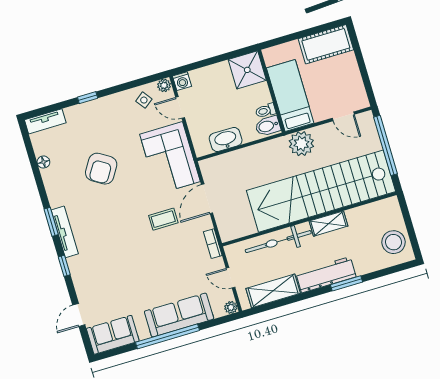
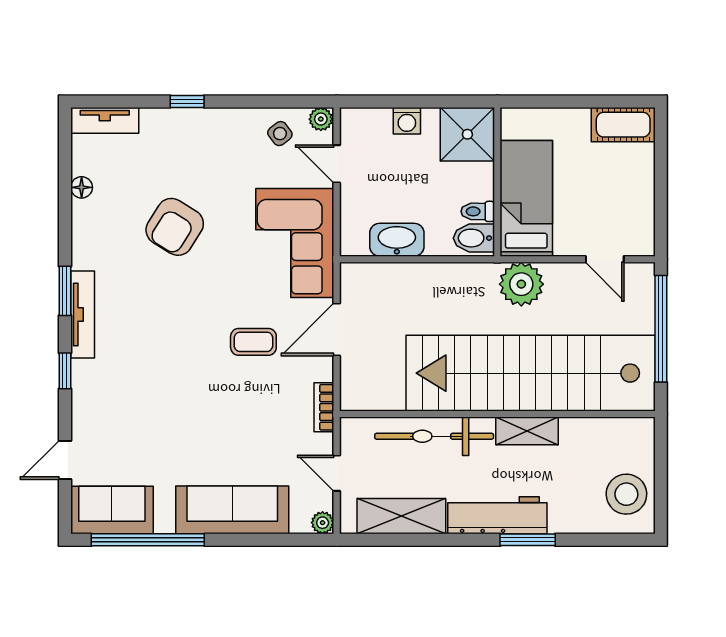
cot: (326, 44) -> (623, 125), width x0.73, depth x0.75
washing machine: (182, 81) -> (407, 121), moved
window: (167, 336) -> (148, 540), moved

